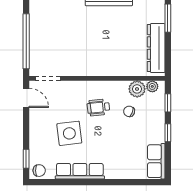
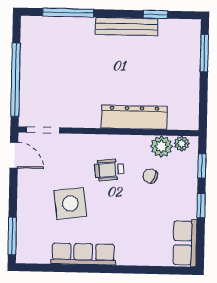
dresser: (156, 48) -> (134, 117), moved, turned 90
window: (26, 159) -> (12, 236), width x1.50
chair: (39, 171) -> (29, 252), removed

